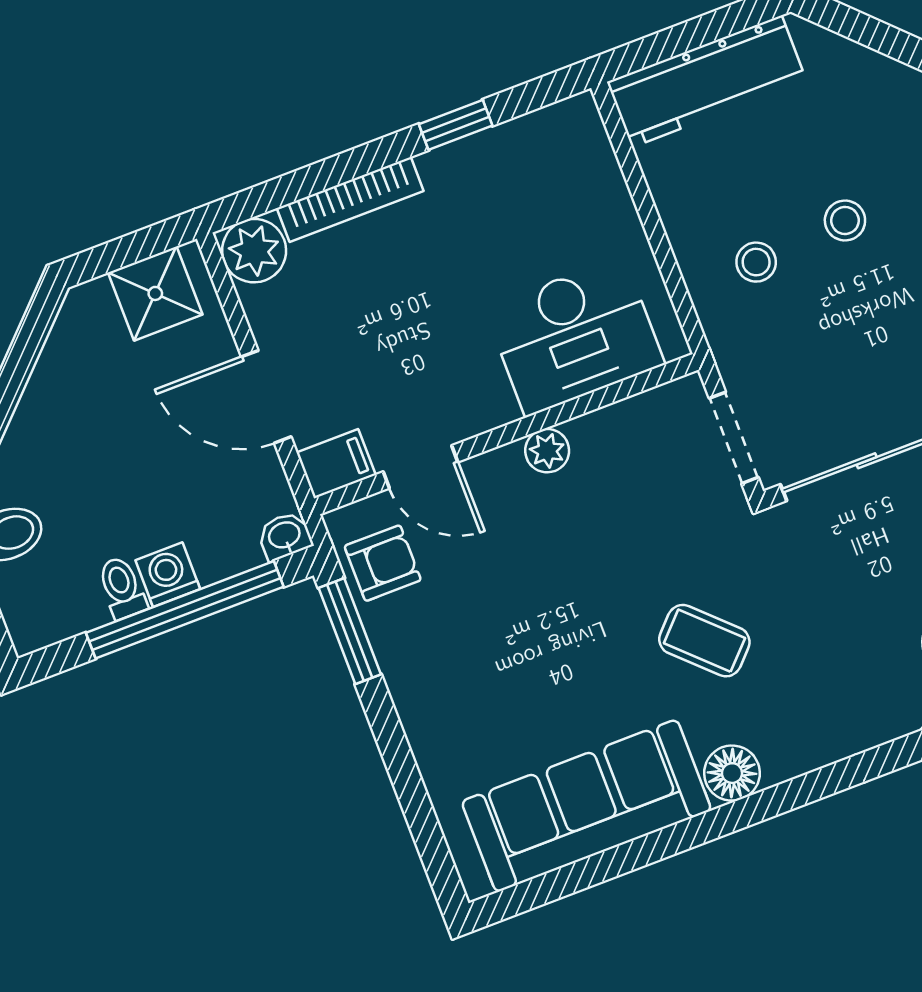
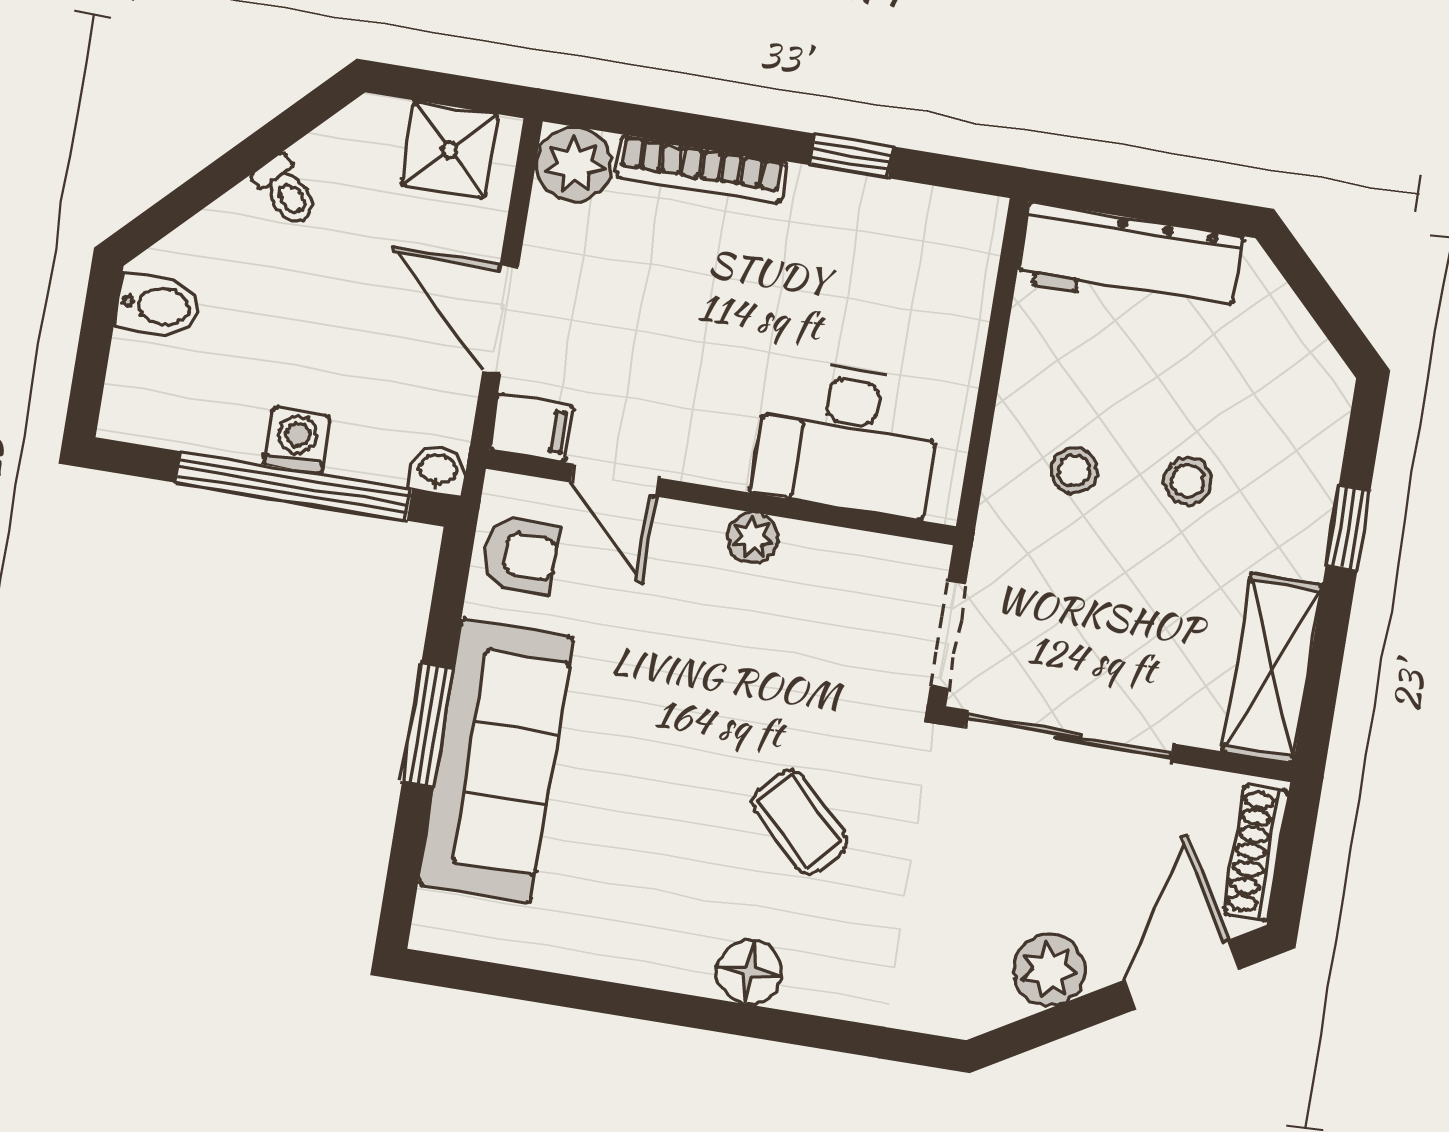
toilet: (122, 588) -> (286, 191), moved, turned 135
window: (350, 631) -> (428, 725), moved
sofa: (586, 806) -> (496, 760), moved, turned 90

